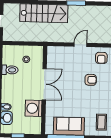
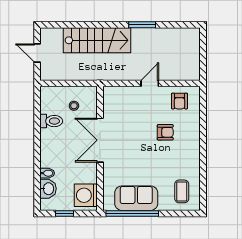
double door: (44, 84) -> (100, 140), swing flipped
washing machine: (33, 108) -> (86, 195), moved

